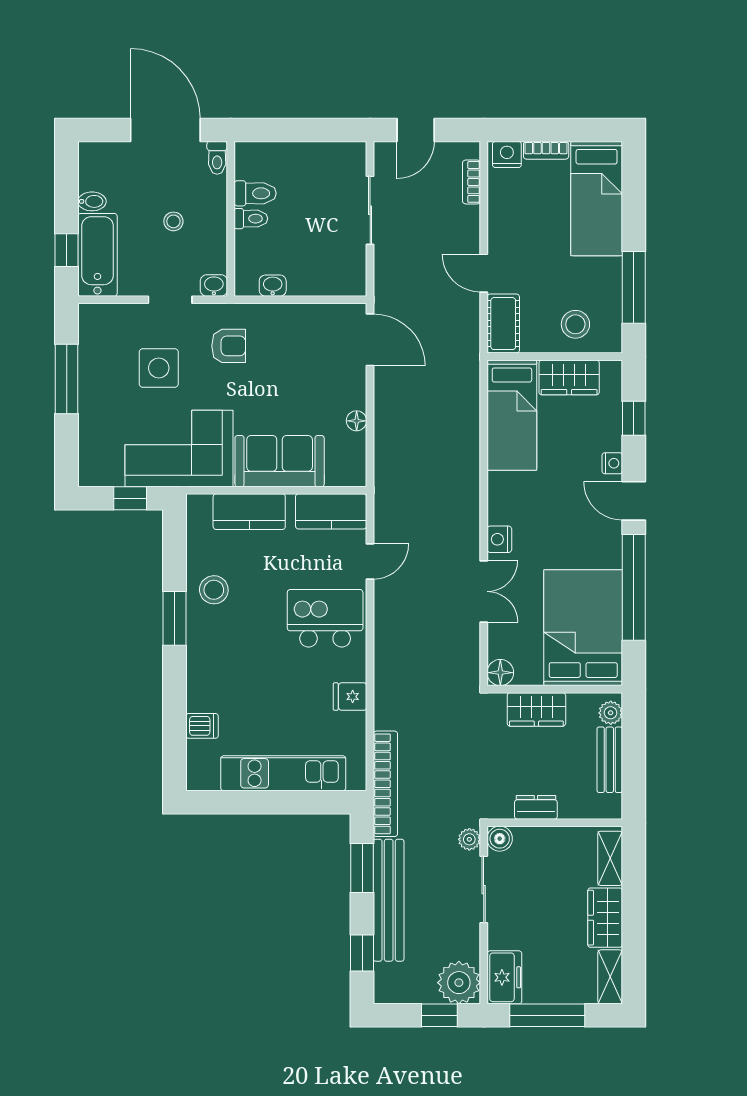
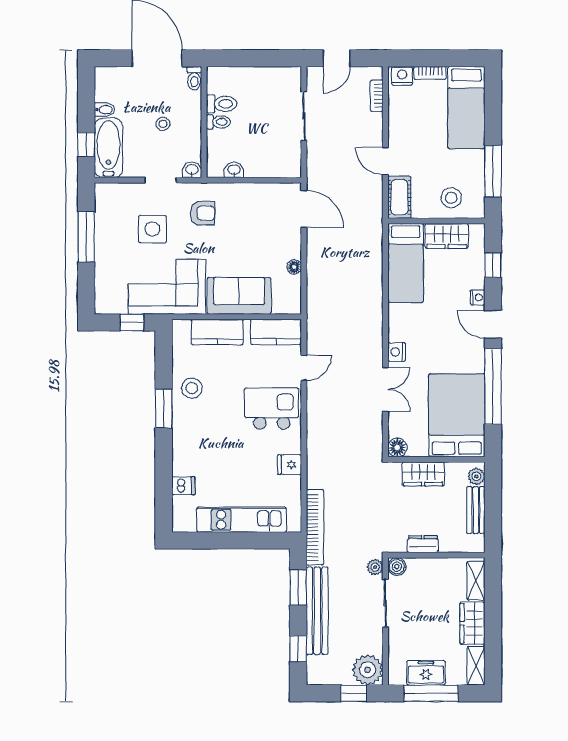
freezer: (504, 977) -> (426, 673), moved, turned -90

